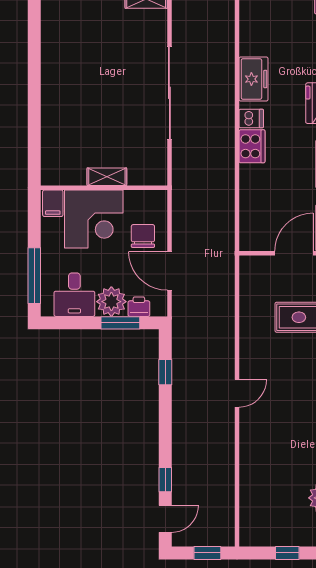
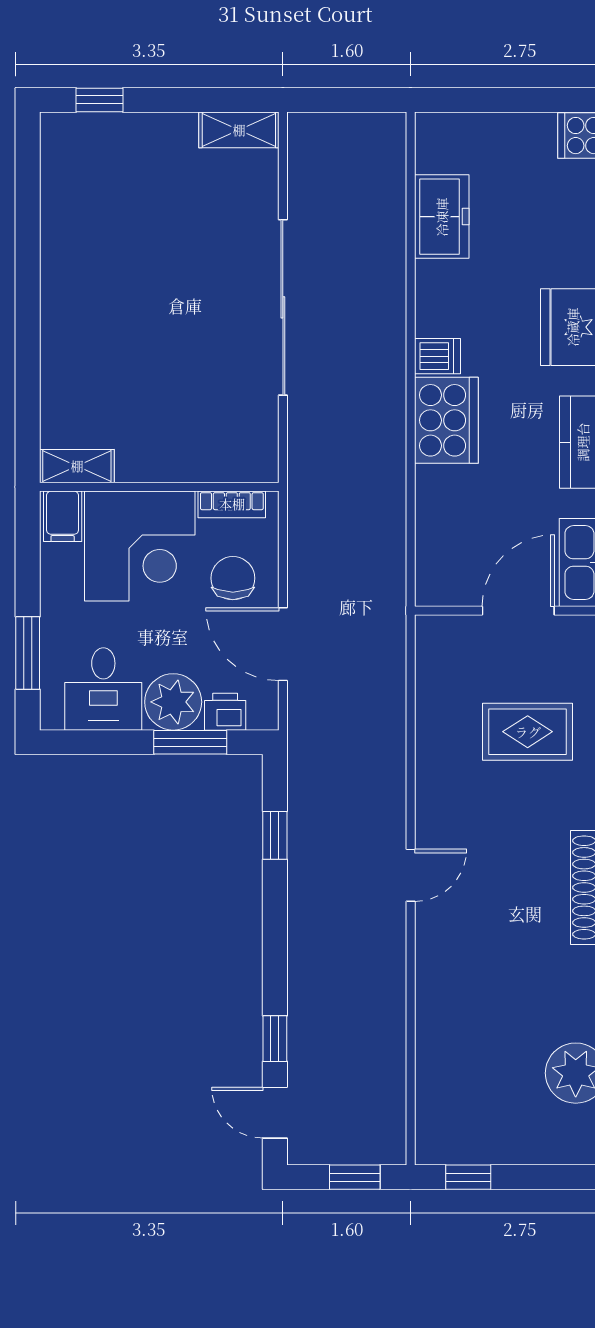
freezer: (253, 79) -> (442, 217), moved
cooker: (252, 146) -> (446, 420), width x1.37, depth x1.31
shelving: (107, 177) -> (77, 466), moved
bookcase: (142, 197) -> (232, 504), added
window: (34, 276) -> (28, 653), width x0.69
door: (165, 519) -> (275, 1113), swing flipped
window: (287, 553) -> (468, 1177), moved

